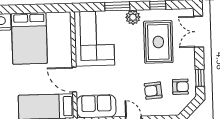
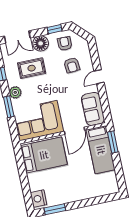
bed: (29, 38) -> (44, 155), moved
rug: (158, 42) -> (32, 68), width x0.73, depth x0.70
floor lamp: (186, 58) -> (41, 43), added

